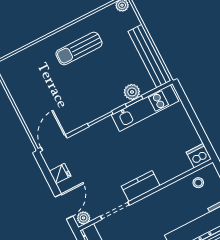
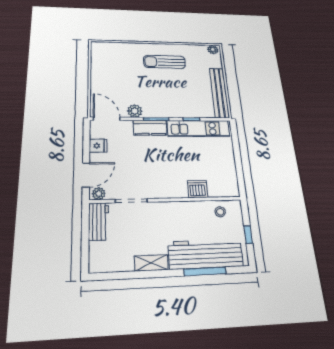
plant: (132, 92) -> (135, 111), moved
door: (54, 143) -> (107, 119), hinge flipped
dishwasher: (199, 156) -> (197, 189), moved
kitchen counter: (141, 186) -> (150, 128), moved, turned 180

